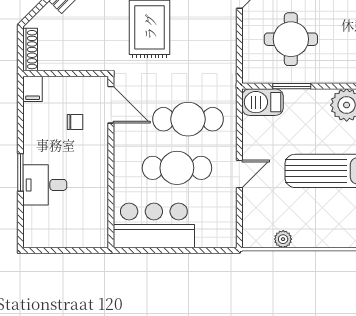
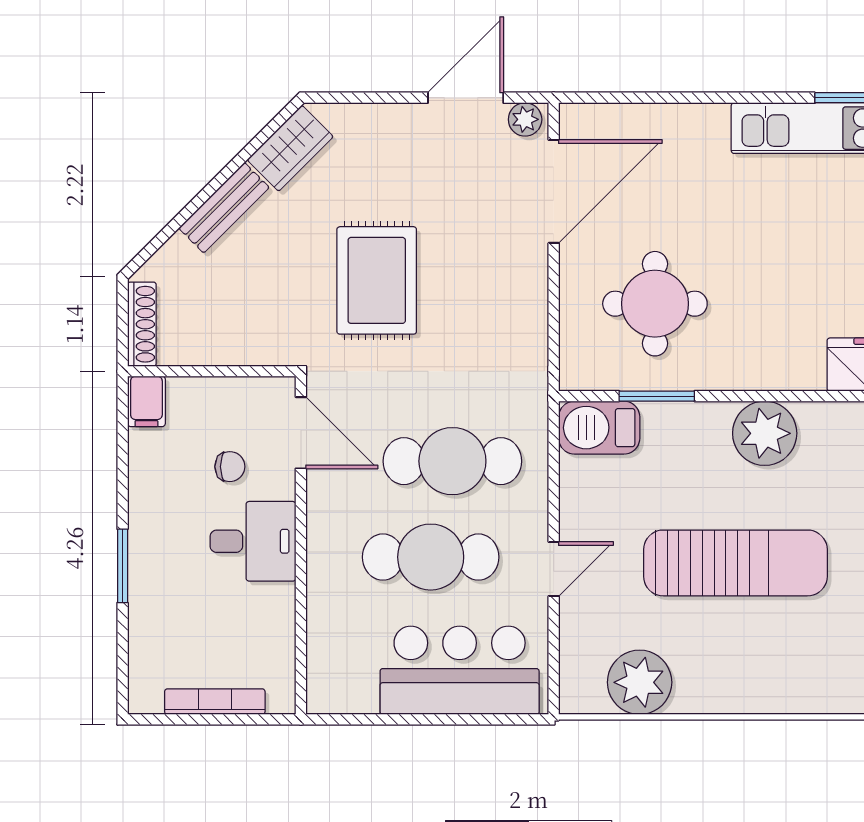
desk: (45, 185) -> (253, 541), moved, turned 180
bar counter: (154, 225) -> (460, 670), moved
plant: (283, 239) -> (640, 682), width x1.87, depth x1.87
bookcase: (67, 241) -> (215, 702), added

